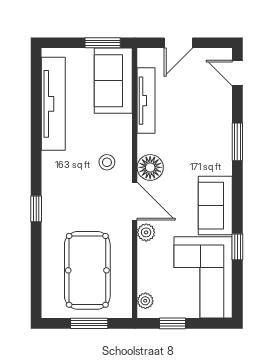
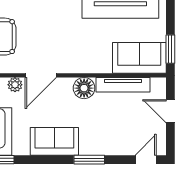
stool: (107, 162) -> (72, 53), removed
floor lamp: (150, 167) -> (84, 88), moved
sofa: (215, 206) -> (54, 141), moved

